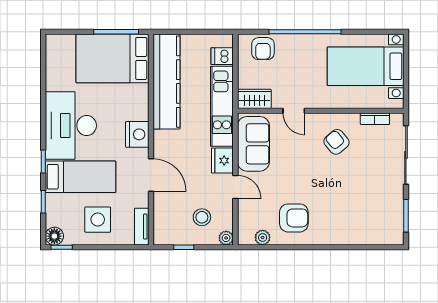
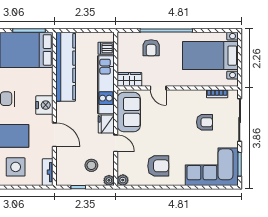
armchair: (263, 49) -> (151, 48), moved
armchair: (337, 142) -> (205, 122), moved, turned 130
corner sofa: (368, 219) -> (212, 167), added
plant: (263, 237) -> (123, 180), moved

